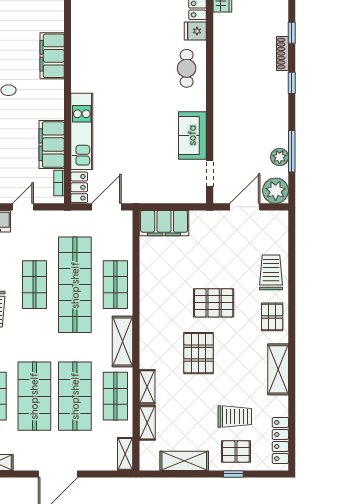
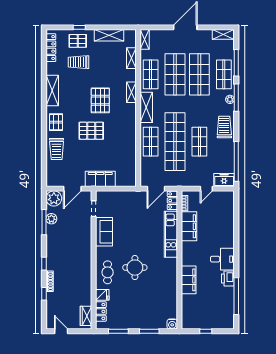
round table: (141, 76) -> (135, 268), added
filing cabinet: (164, 223) -> (100, 179), moved
shelving: (147, 387) -> (131, 92), moved

